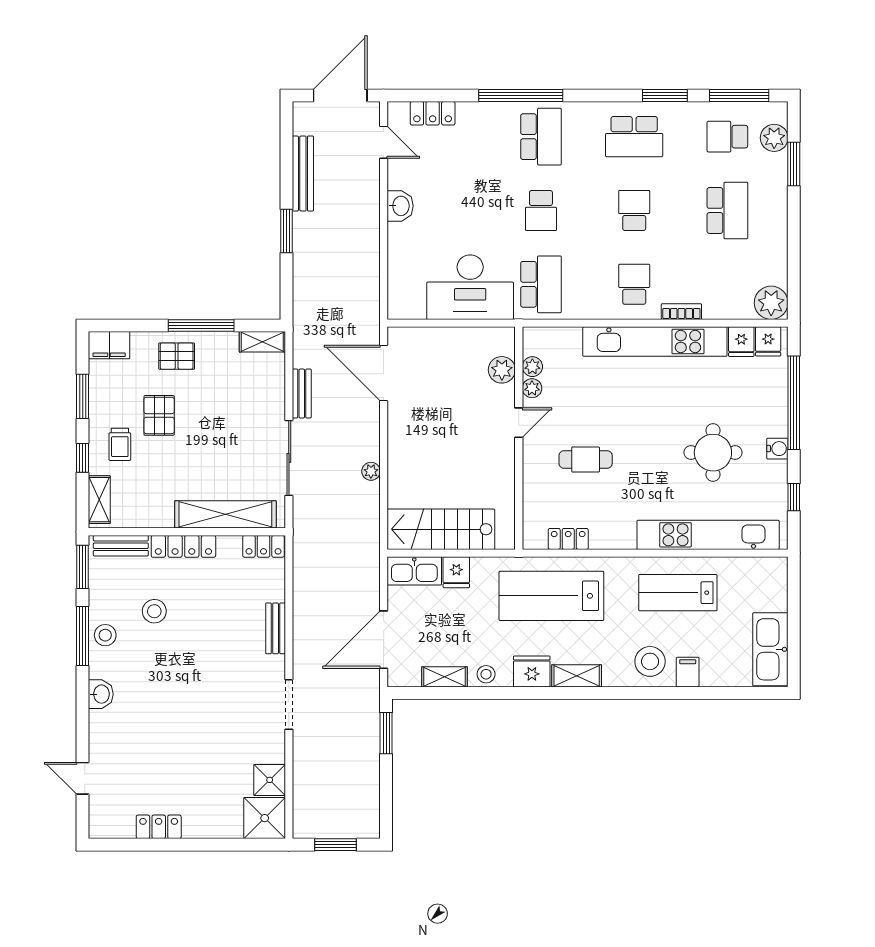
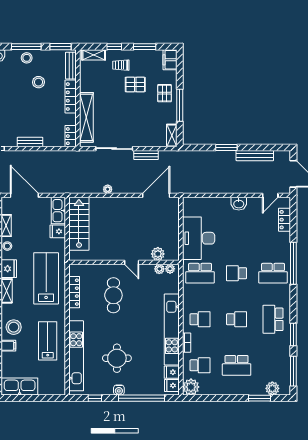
school desk: (727, 137) -> (200, 365), moved, turned 90
plant: (532, 388) -> (170, 269), moved
cafe table: (586, 460) -> (113, 295), width x1.37, depth x1.35
locker: (568, 539) -> (74, 292), width x1.53

